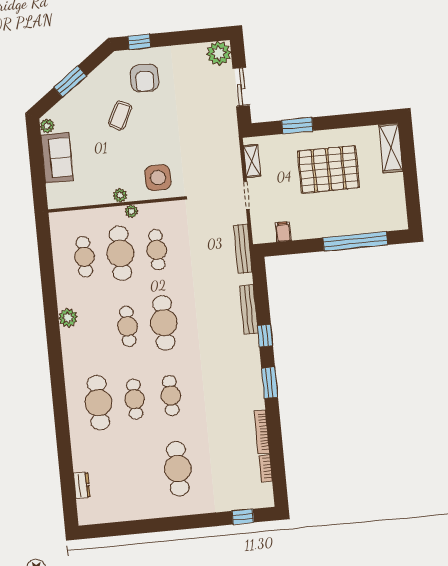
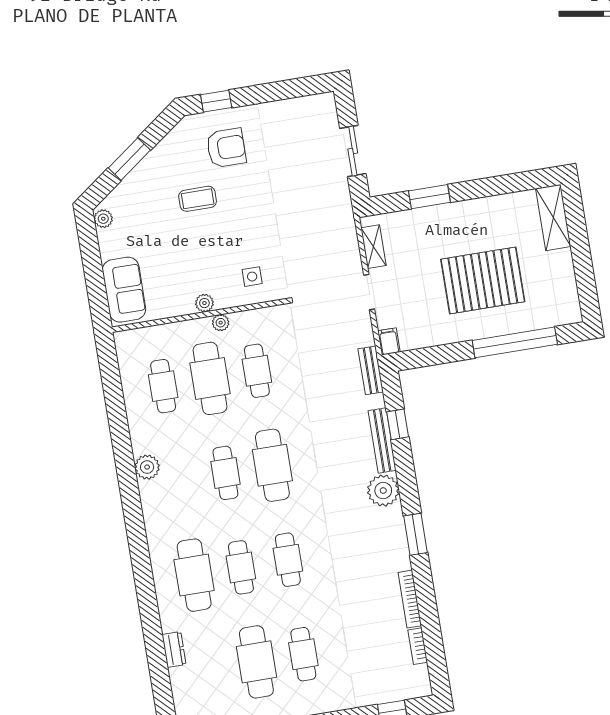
plant: (219, 53) -> (383, 491), moved
armchair: (145, 78) -> (226, 148), turned -91
coffee table: (120, 115) -> (198, 199), turned 63
sofa: (57, 158) -> (124, 290), moved
pallet: (329, 169) -> (483, 280), moved
side table: (158, 178) -> (252, 277), width x0.54, depth x0.54
filing cabinet: (283, 232) -> (389, 341), moved
bench: (243, 249) -> (371, 370), width x0.73
window: (265, 336) -> (398, 424), moved
cafe table: (178, 469) -> (303, 654), width x0.73, depth x0.74
cafe table: (142, 472) -> (256, 662), added
dresser: (82, 485) -> (174, 649), moved

